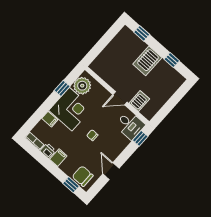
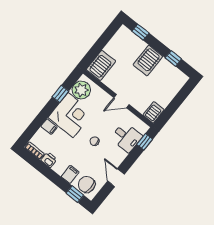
server rack: (102, 63) -> (101, 65), added
server rack: (139, 101) -> (154, 112), moved
desk: (130, 125) -> (126, 137), moved
filing cabinet: (58, 158) -> (70, 174), moved

